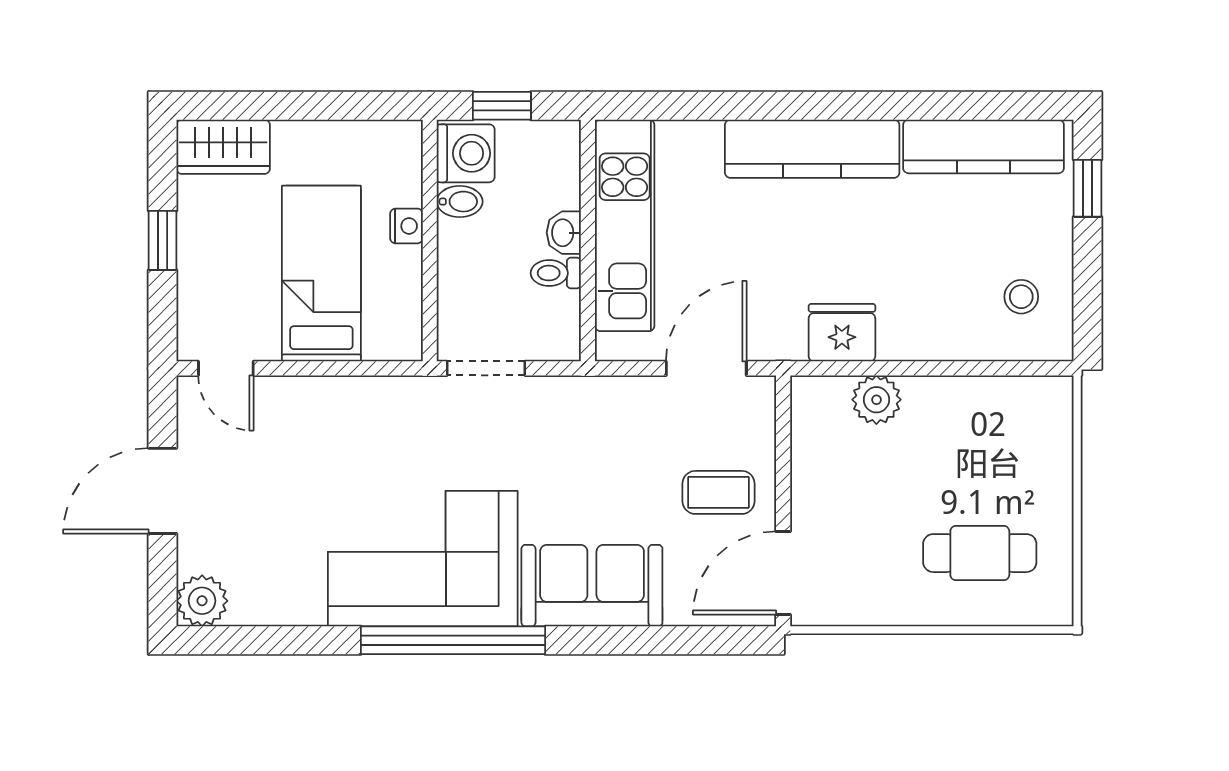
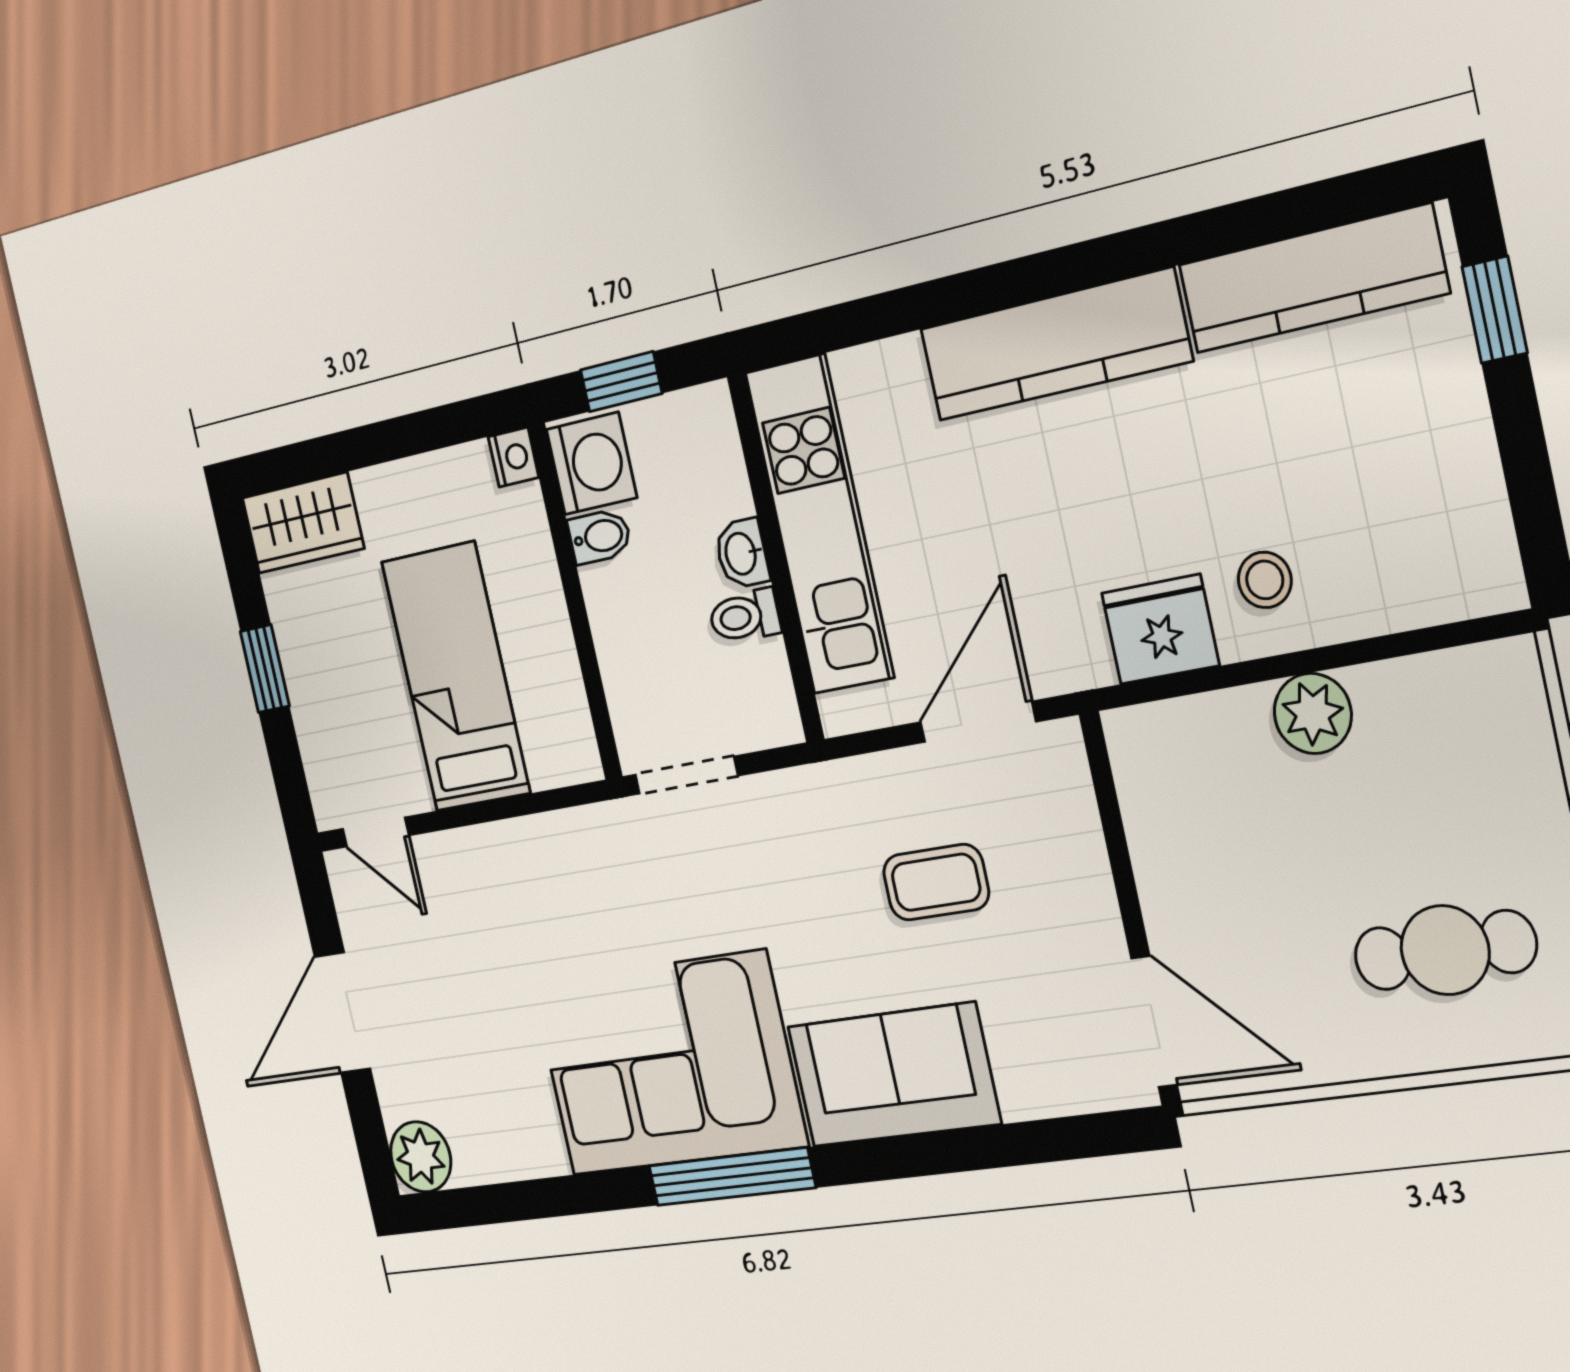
nightstand: (406, 226) -> (513, 457), moved
stool: (1021, 297) -> (1265, 580), moved
plant: (876, 400) -> (1313, 713), moved
coffee table: (719, 492) -> (936, 882), moved
door: (783, 573) -> (1154, 1022), swing flipped
window: (453, 640) -> (732, 1177), width x0.68

